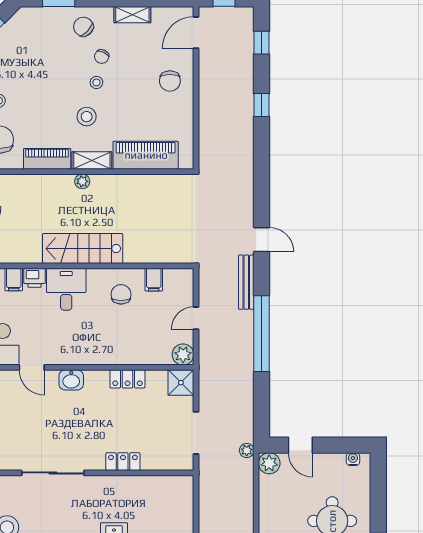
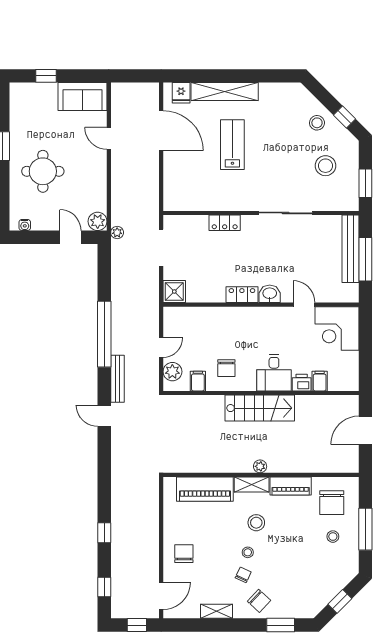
plant: (183, 355) -> (172, 372), moved
locker: (127, 379) -> (242, 295), moved

